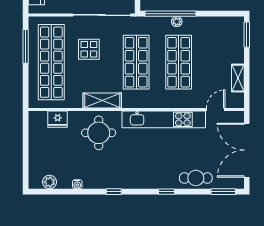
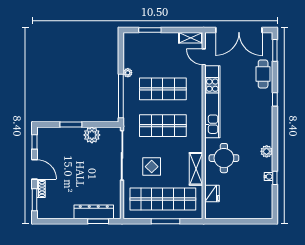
plant: (177, 22) -> (128, 73), moved
window: (247, 35) -> (150, 30), moved
window: (26, 46) -> (166, 221), moved
shelving: (238, 78) -> (191, 38), moved
shelving: (102, 100) -> (196, 169), moved
plant: (49, 182) -> (267, 151), moved
window: (114, 192) -> (275, 178), moved

